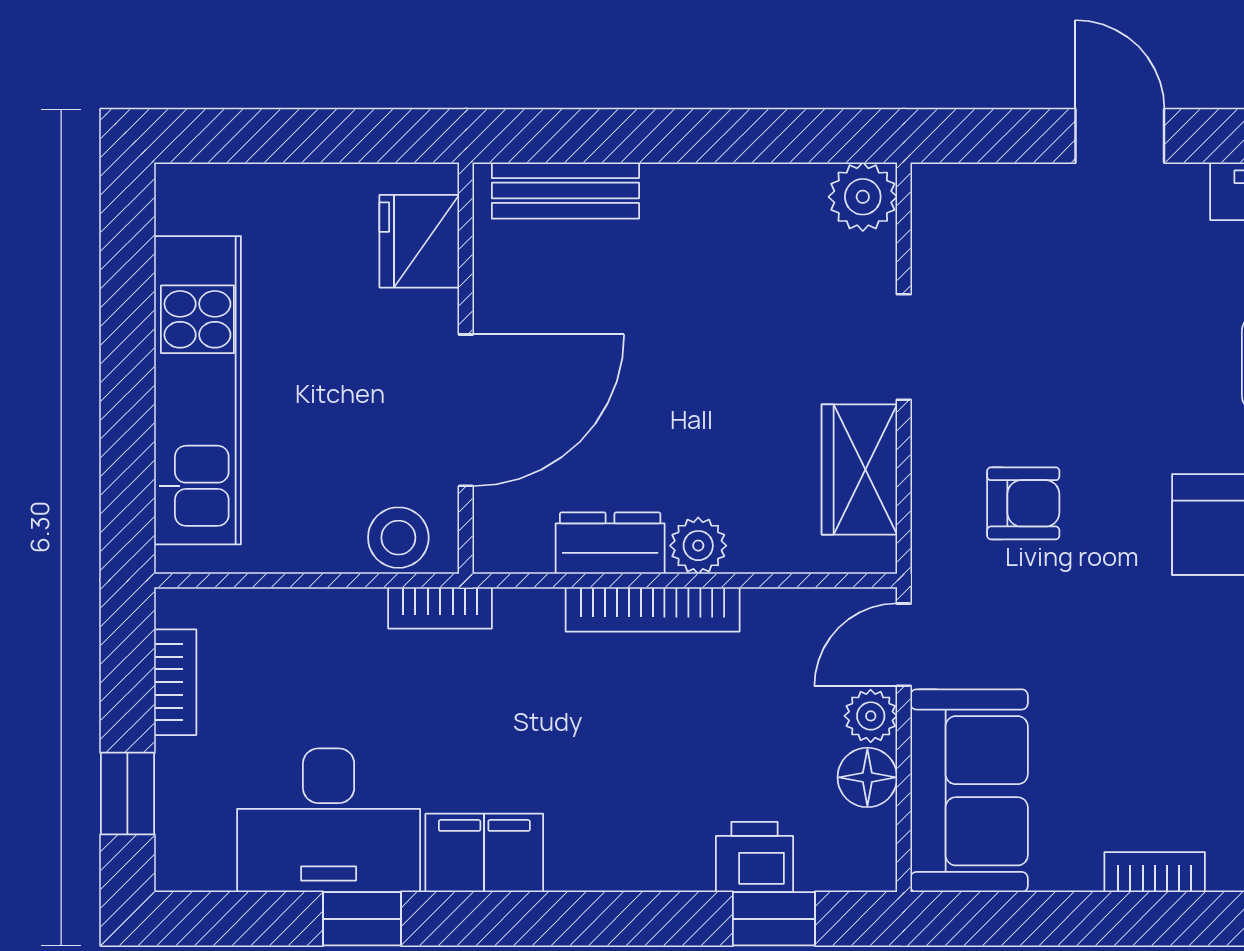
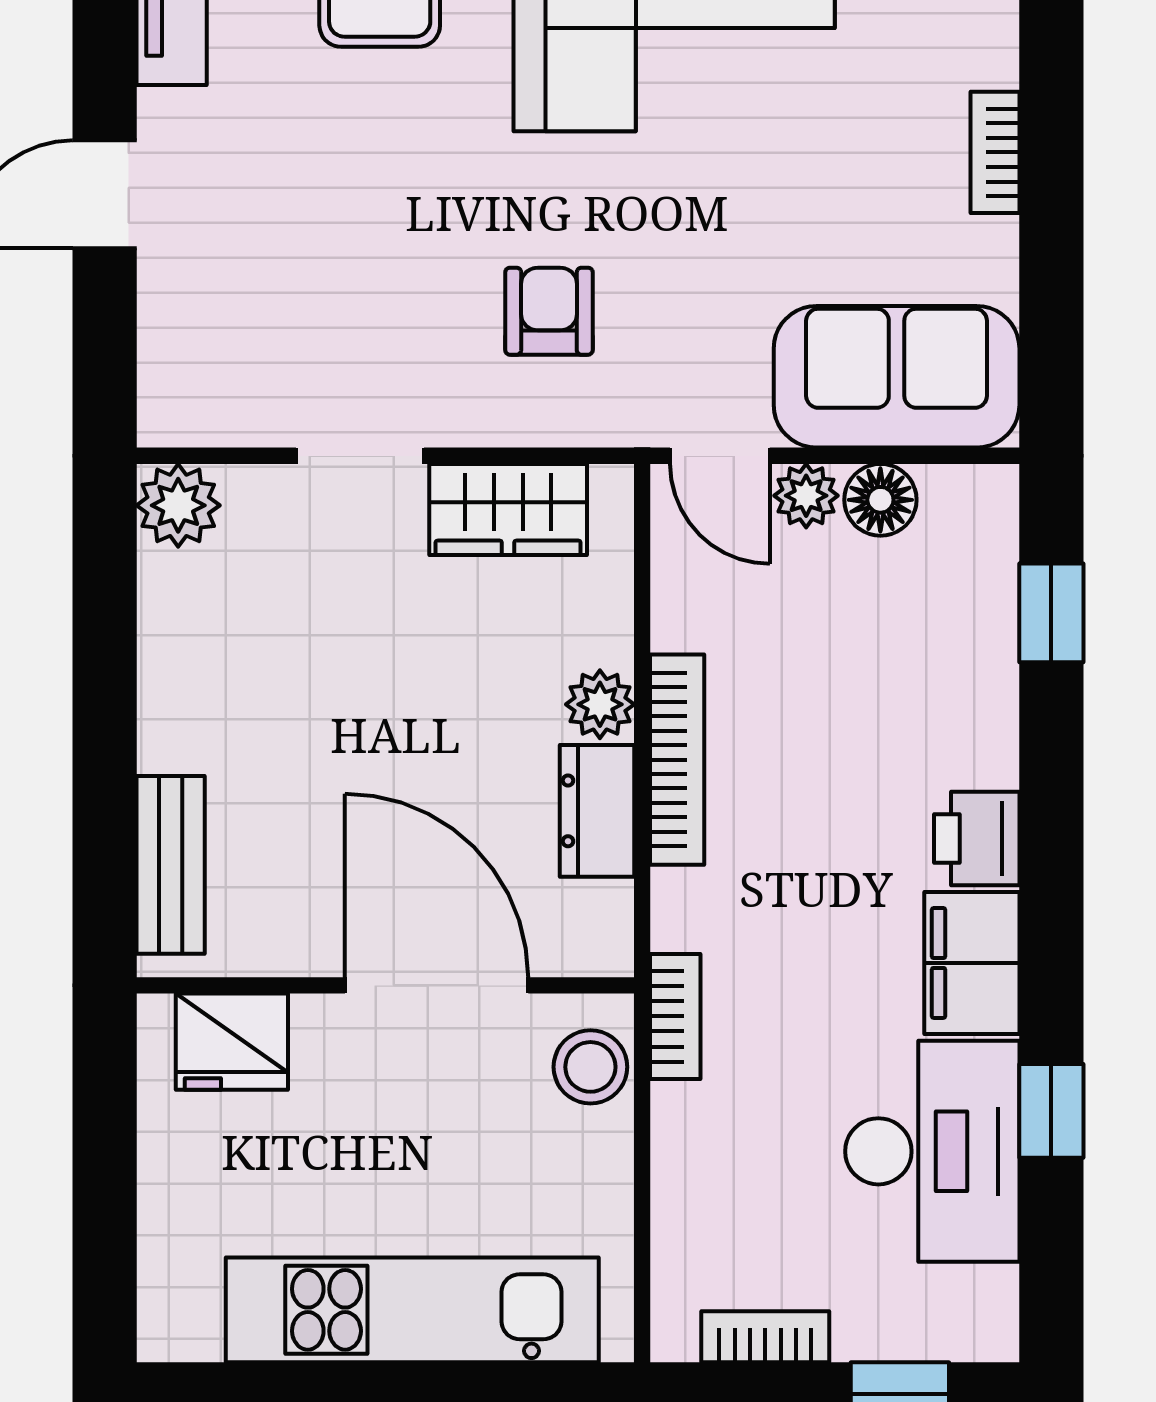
printer: (755, 857) -> (977, 839), moved

